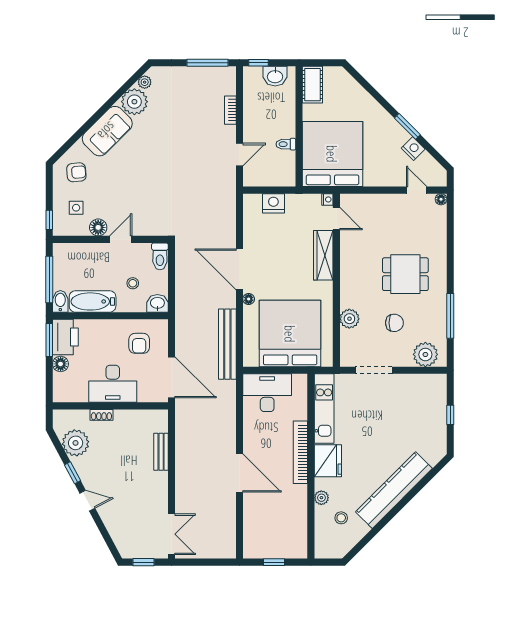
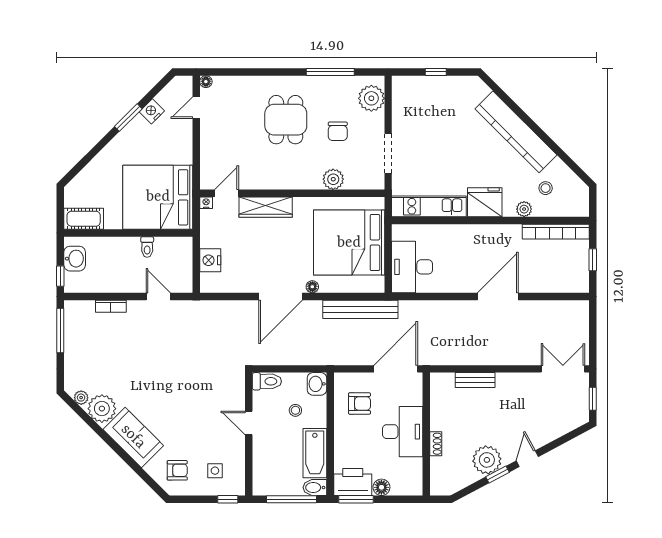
armchair: (76, 172) -> (177, 470), turned 95
floor lamp: (98, 227) -> (236, 447), removed
chair: (394, 323) -> (338, 131), turned 180
plant: (76, 443) -> (487, 460), moved
bookcase: (300, 452) -> (556, 232), moved

